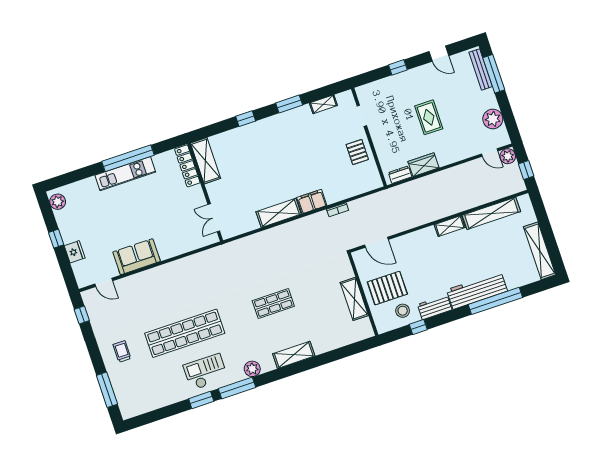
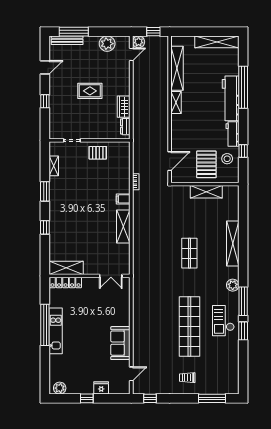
filing cabinet: (312, 202) -> (123, 199), width x0.50
shelving: (294, 355) -> (233, 243), width x1.47

